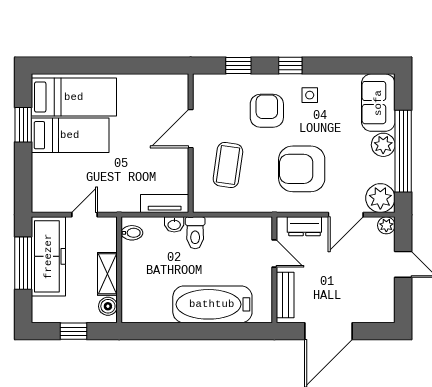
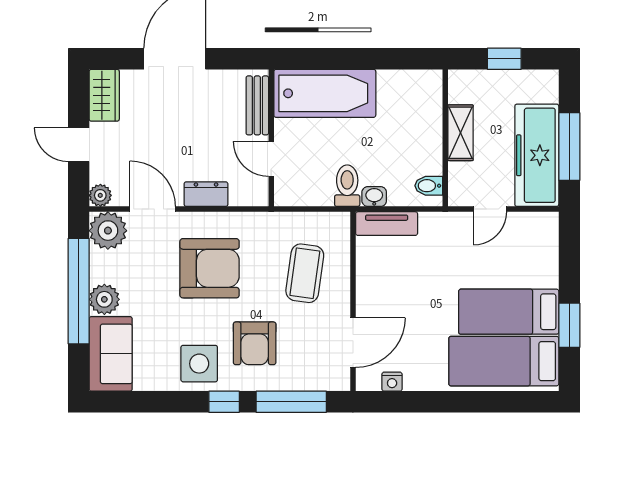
window: (238, 66) -> (291, 402), width x2.17
nightstand: (160, 81) -> (392, 382), added
side table: (310, 95) -> (199, 364), width x1.87, depth x1.87
door: (191, 129) -> (353, 343), moved
door: (346, 215) -> (153, 209), hinge flipped
door: (274, 254) -> (271, 159), moved
wall: (274, 270) -> (271, 138), moved
bench: (285, 295) -> (257, 105), moved
wardrobe: (383, 303) -> (104, 95), added
boiler: (108, 306) -> (460, 91), removed

